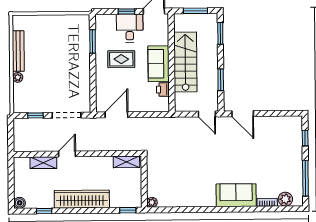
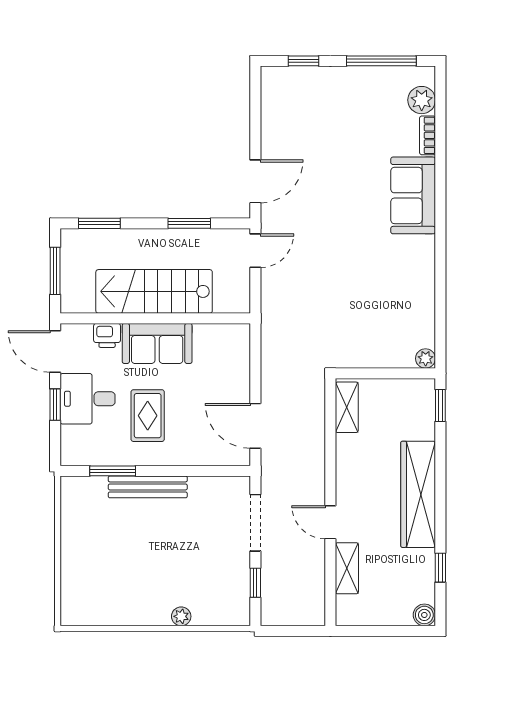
bench: (18, 51) -> (148, 487), moved
printer: (163, 90) -> (107, 335), moved

